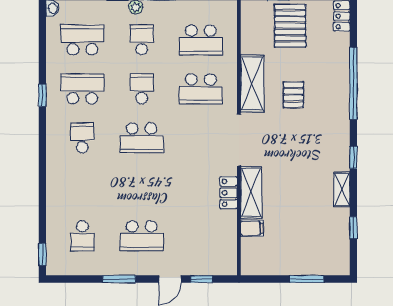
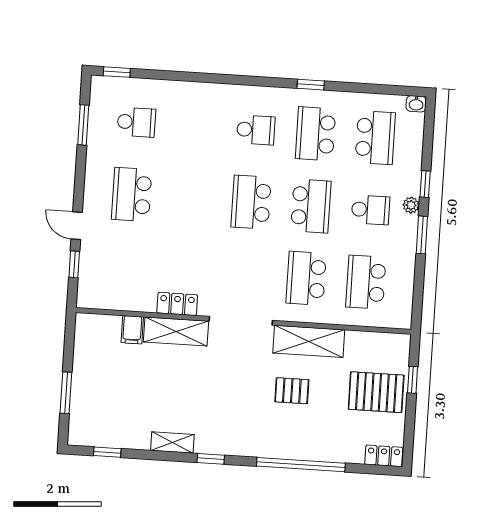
school desk: (82, 89) -> (316, 134), turned 180
school desk: (142, 89) -> (311, 206), width x1.85
window: (353, 228) -> (107, 452), moved
school desk: (82, 236) -> (136, 122), turned 180
window: (119, 279) -> (83, 125), moved

